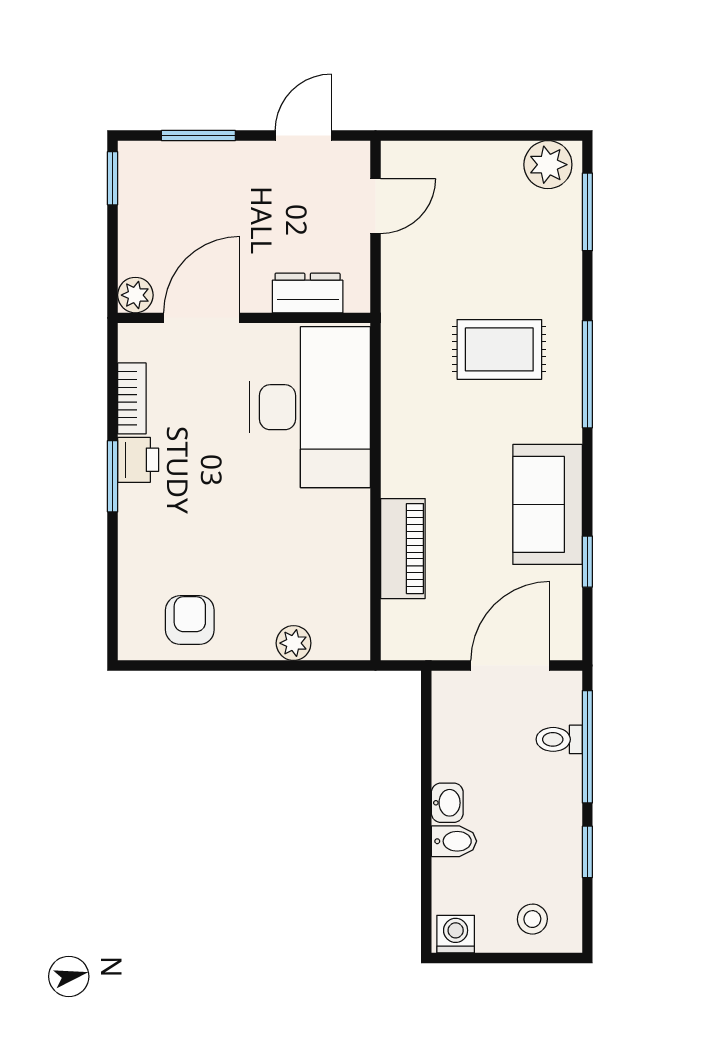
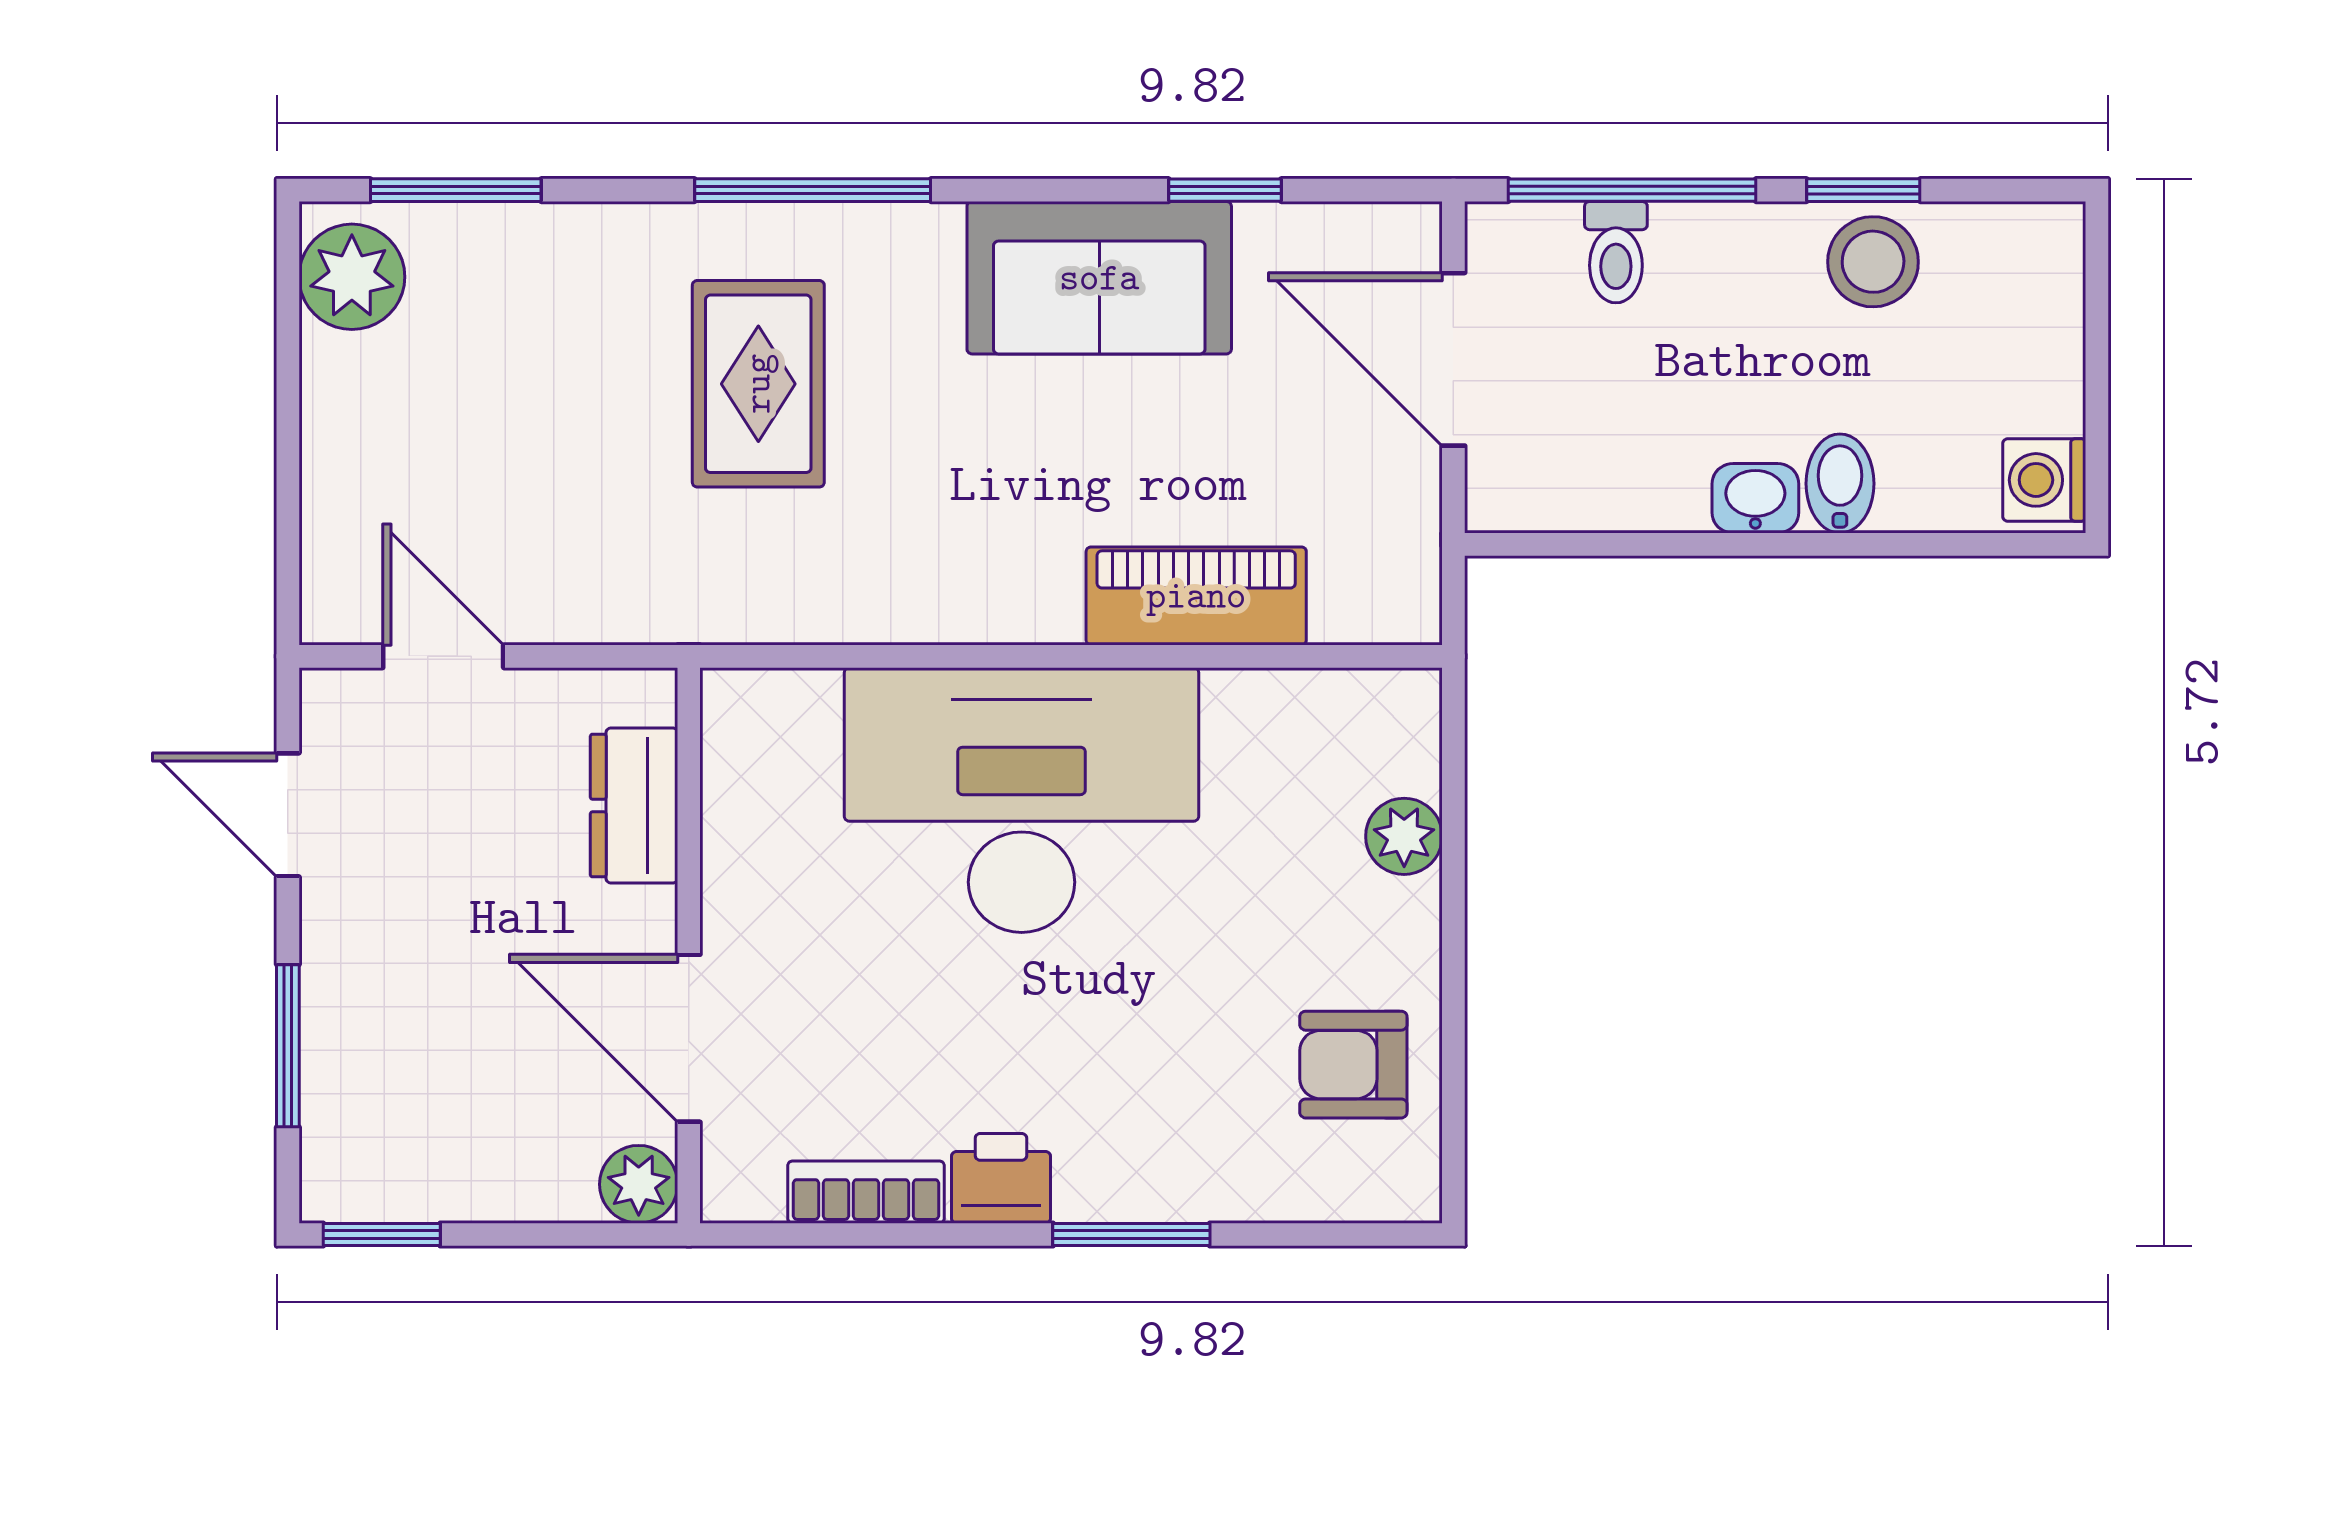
desk: (310, 407) -> (1022, 800), moved
window: (113, 476) -> (1131, 1234), moved
stool: (532, 919) -> (1873, 262), moved, width x1.37, depth x1.37

